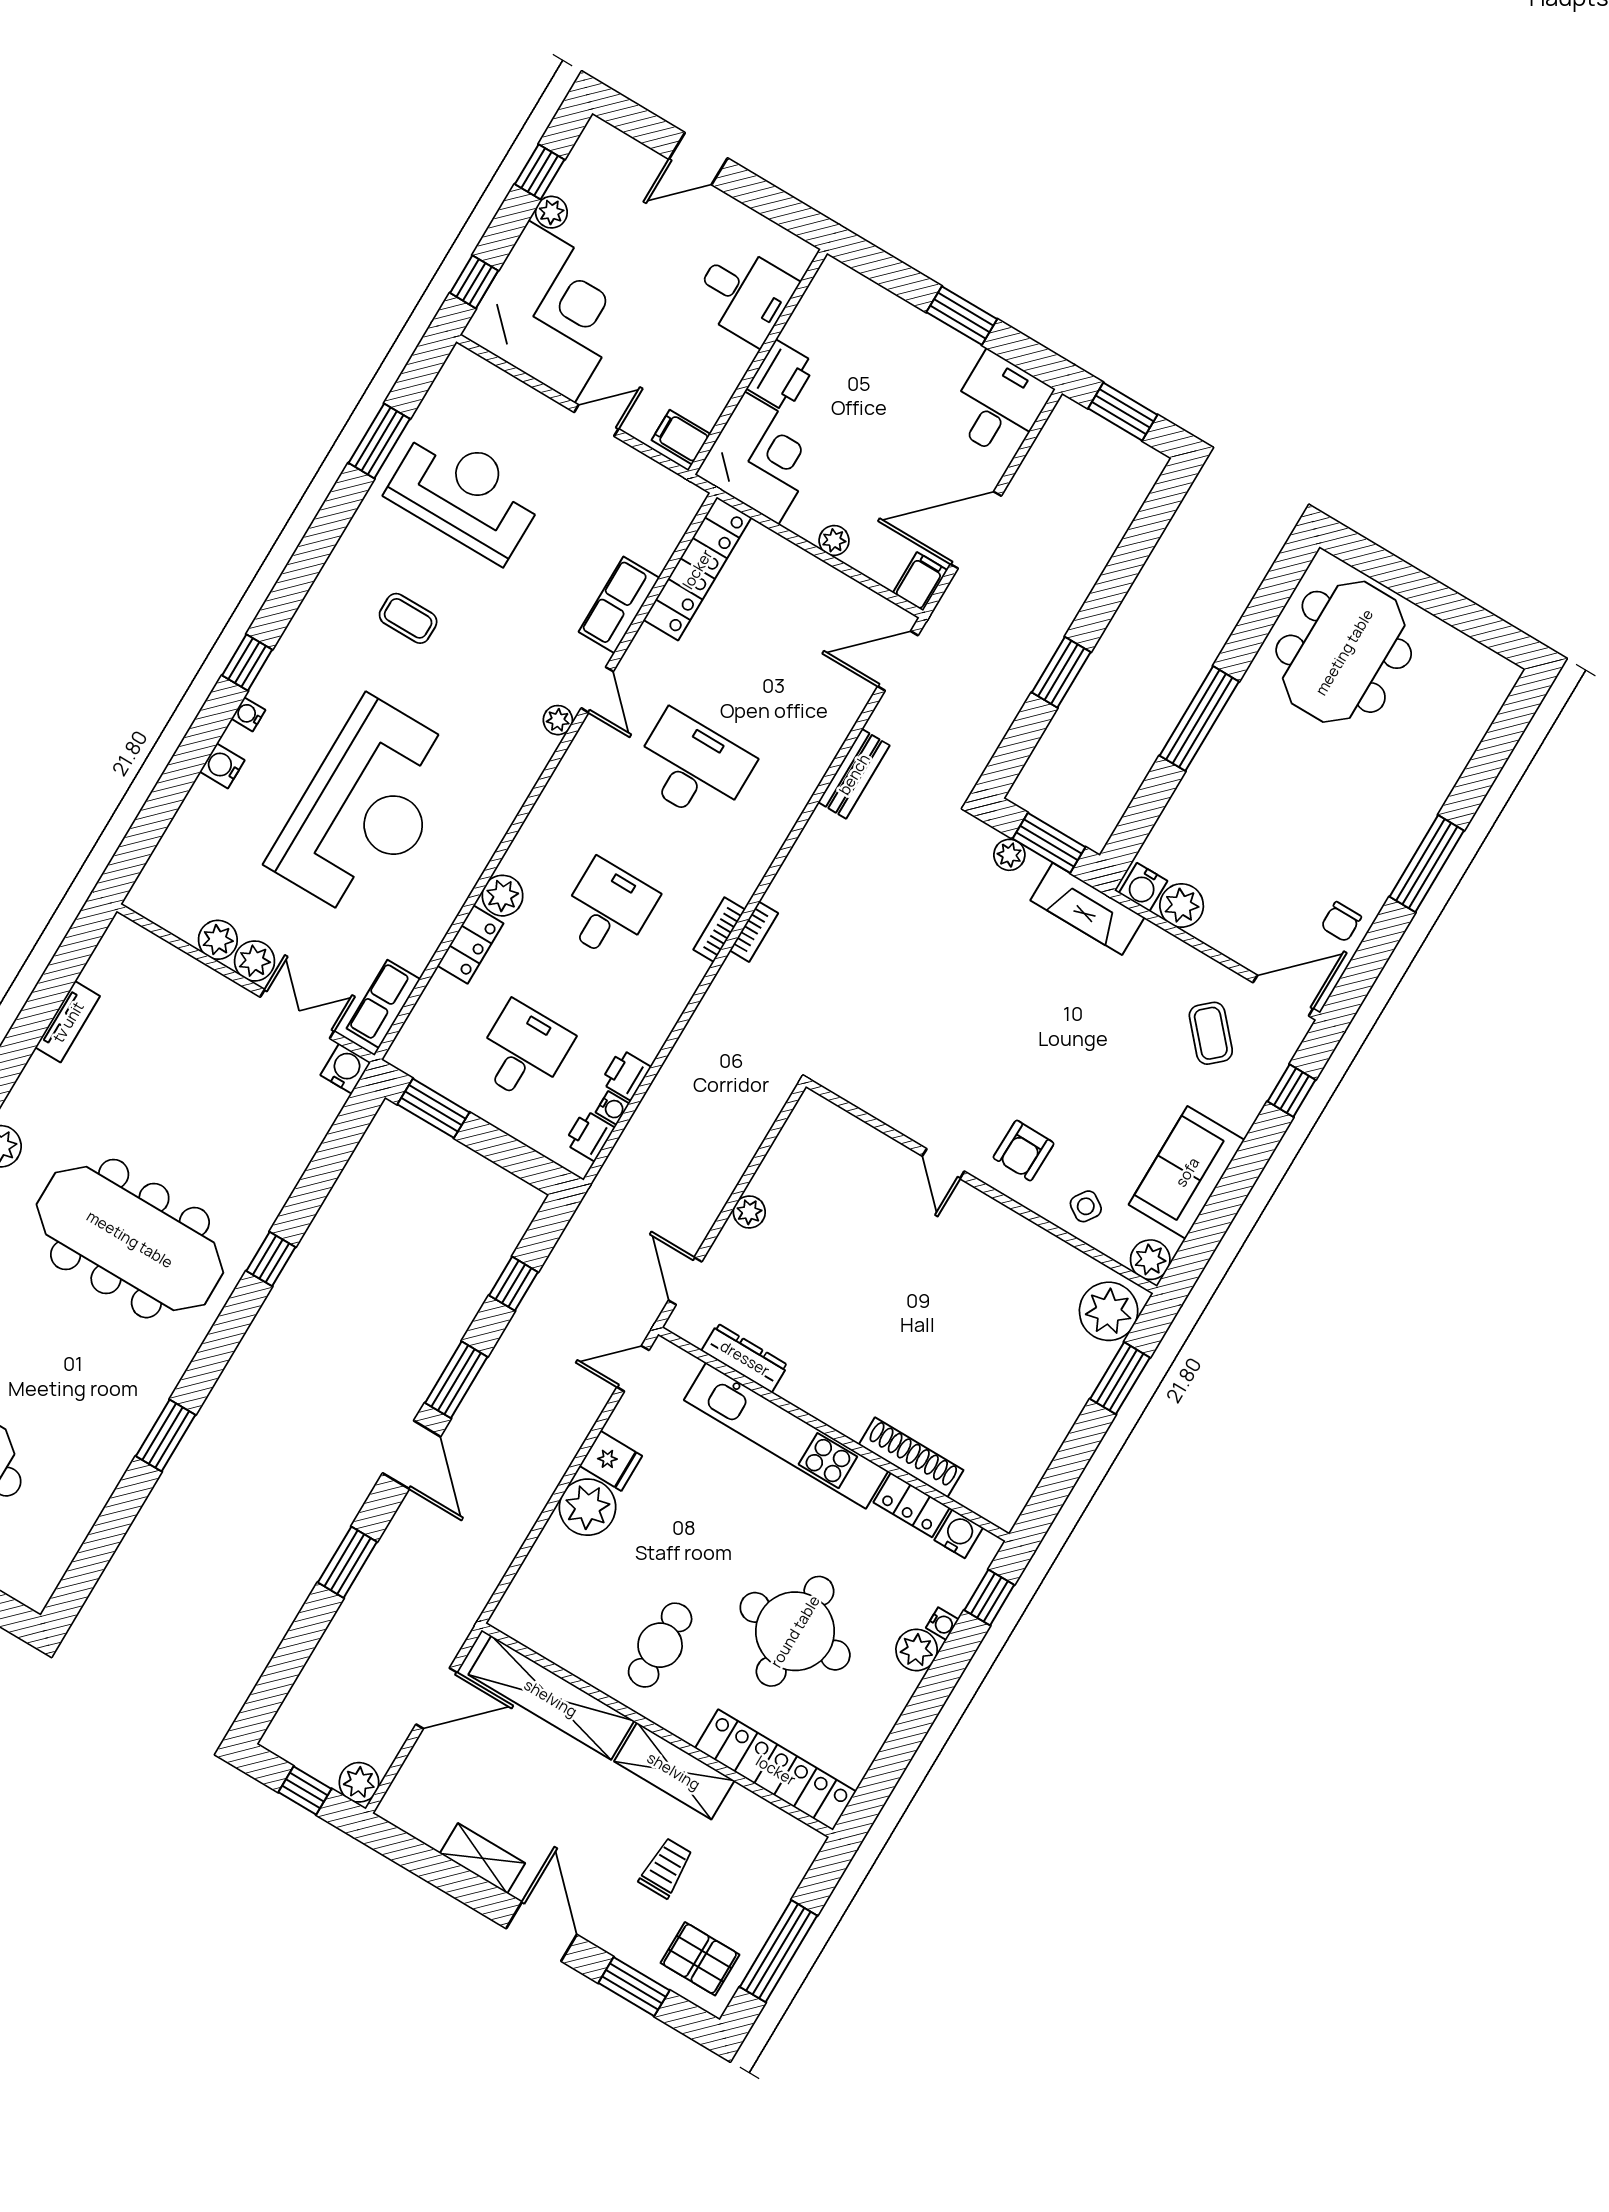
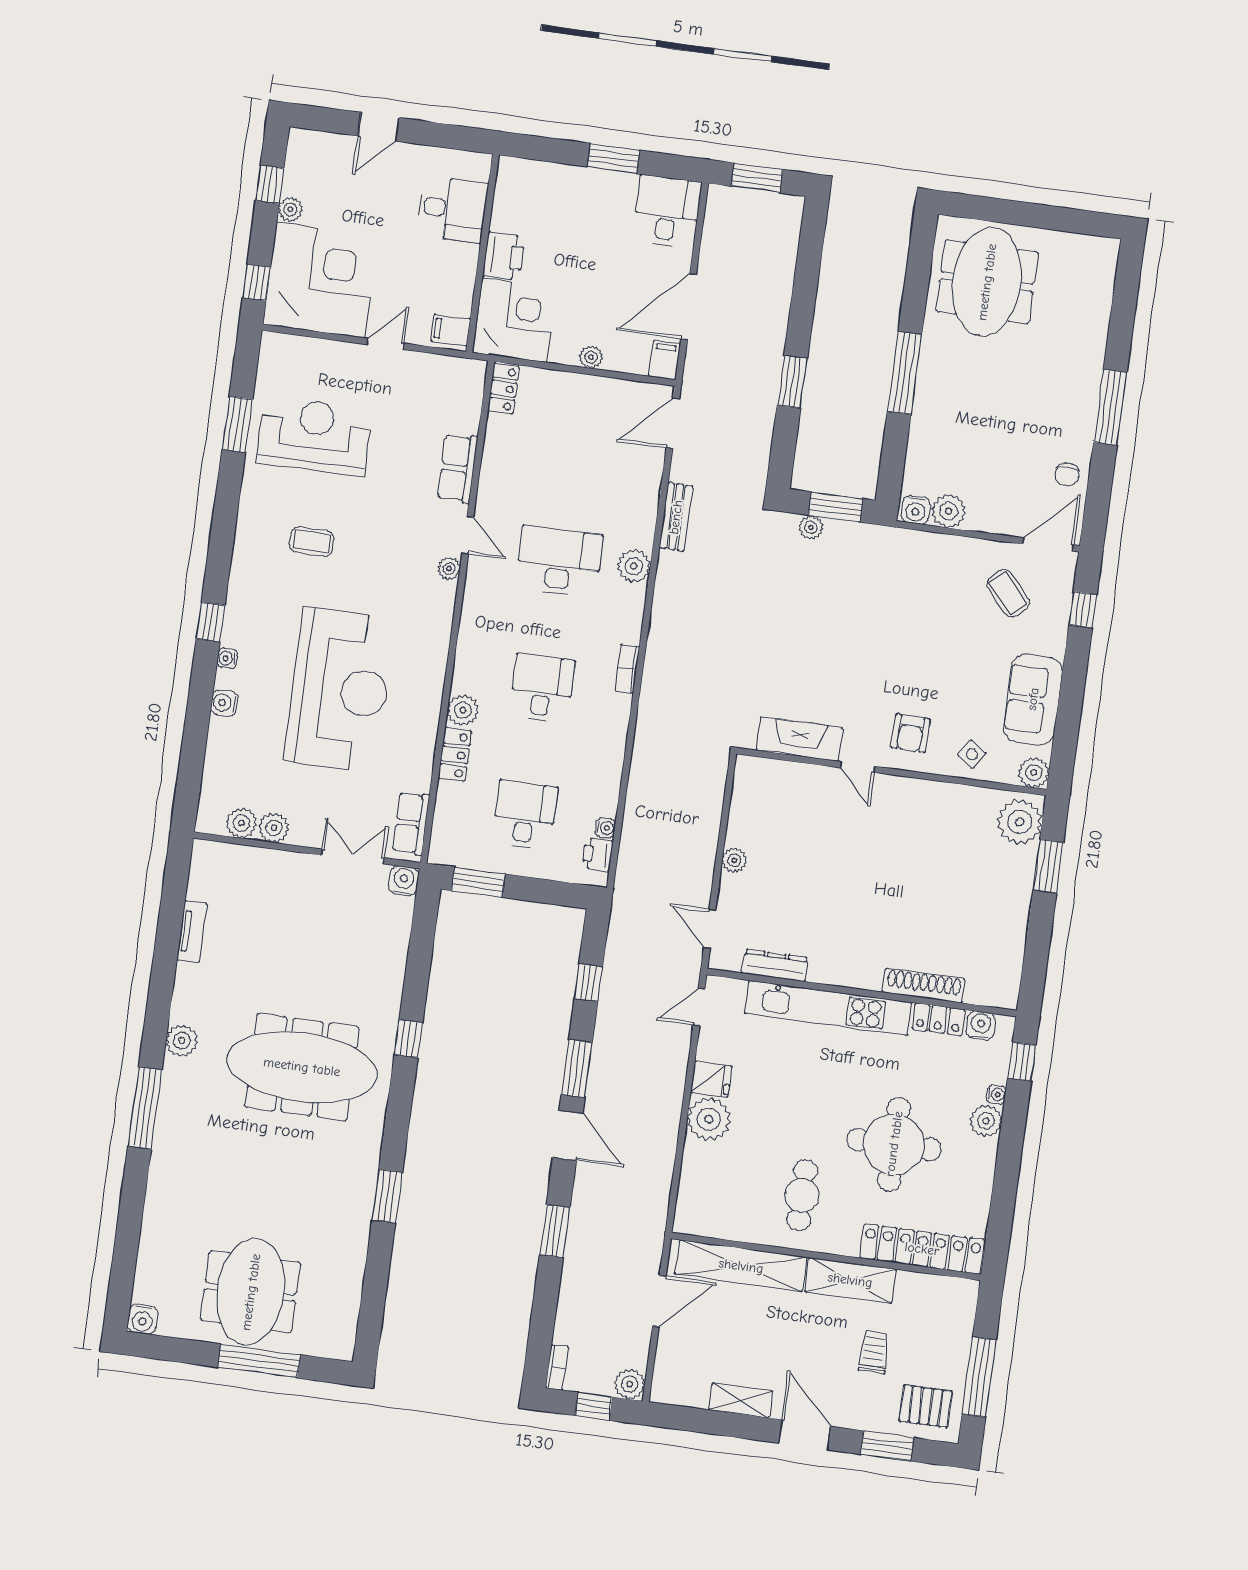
locker: (697, 569) -> (504, 389), width x0.46, depth x0.83
plant: (779, 811) -> (634, 566), added
fireplace: (1087, 909) -> (799, 739), moved, turned 180
bookcase: (754, 932) -> (557, 1367), moved
plant: (255, 961) -> (241, 823), moved
printer: (626, 1075) -> (605, 800), removed

